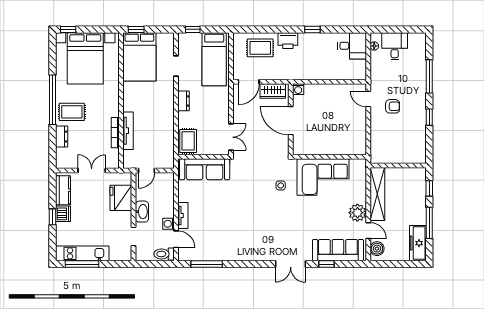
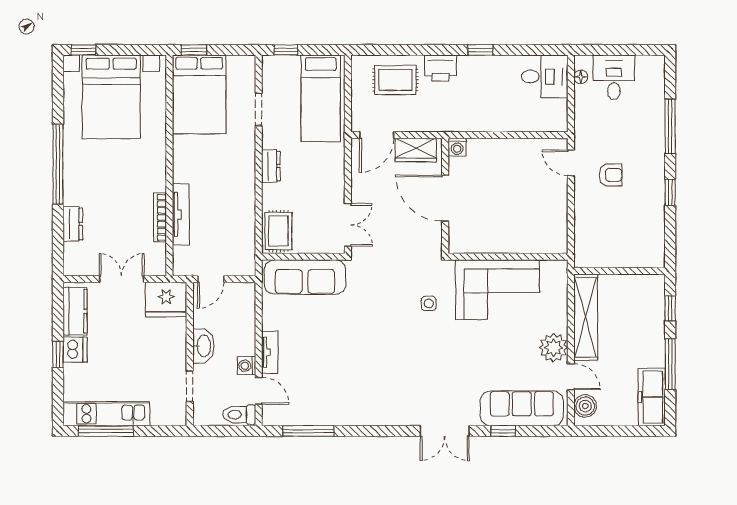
rug: (72, 112) -> (89, 184), removed
fridge: (121, 198) -> (166, 299), moved, turned -90

